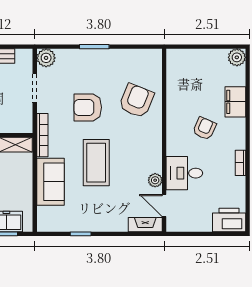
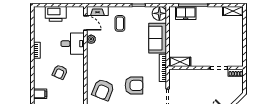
filing cabinet: (235, 102) -> (40, 94), width x0.50
coffee table: (96, 163) -> (120, 23), moved, width x0.54, depth x0.58
printer: (229, 220) -> (56, 14), moved
floor lamp: (48, 221) -> (159, 13), added

